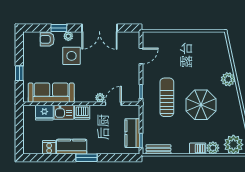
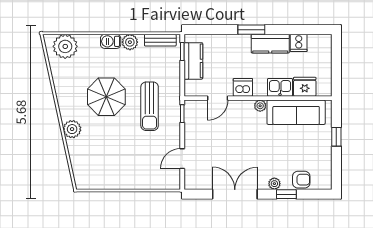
side table: (71, 56) -> (270, 159), removed
plant: (100, 98) -> (260, 106), moved
dishwasher: (82, 112) -> (243, 87), moved
plant: (213, 148) -> (130, 42), moved

